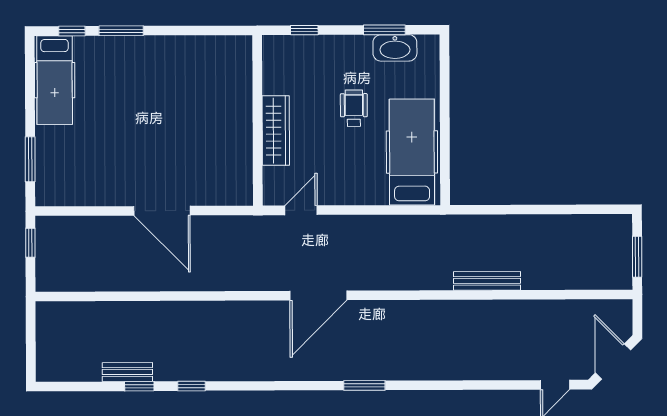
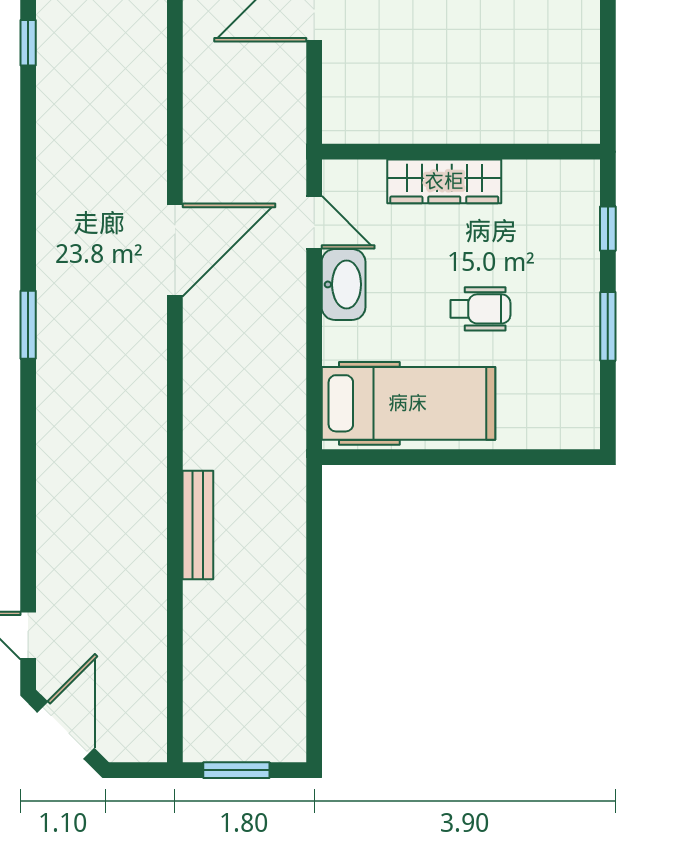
window: (384, 30) -> (608, 326), moved
washbasin: (395, 48) -> (344, 284), moved, turned 180
door: (318, 296) -> (175, 250), swing flipped
door: (613, 361) -> (66, 730), hinge flipped

